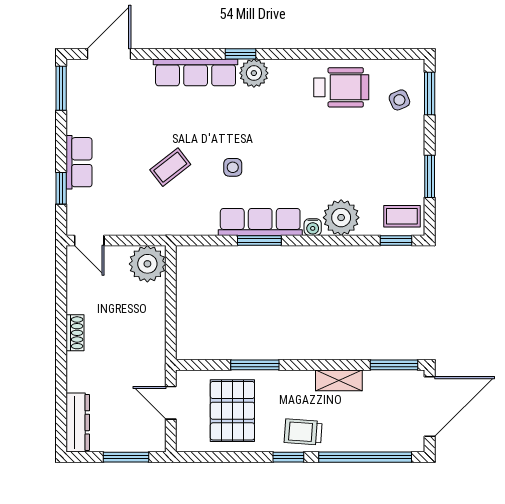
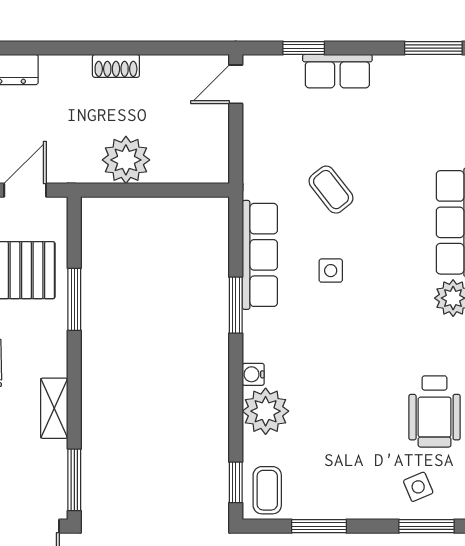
row of seats: (260, 222) -> (260, 255), moved
plant: (147, 264) -> (126, 160), moved

